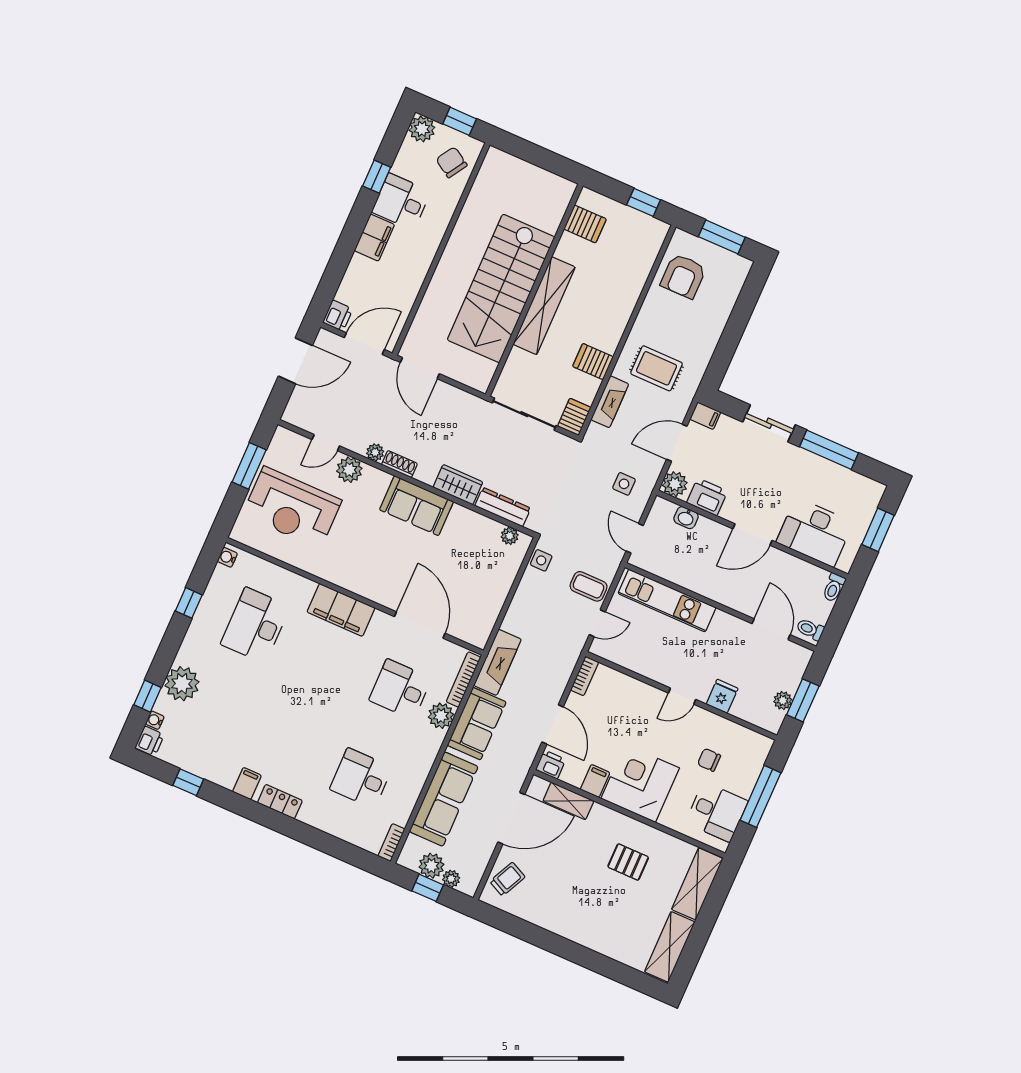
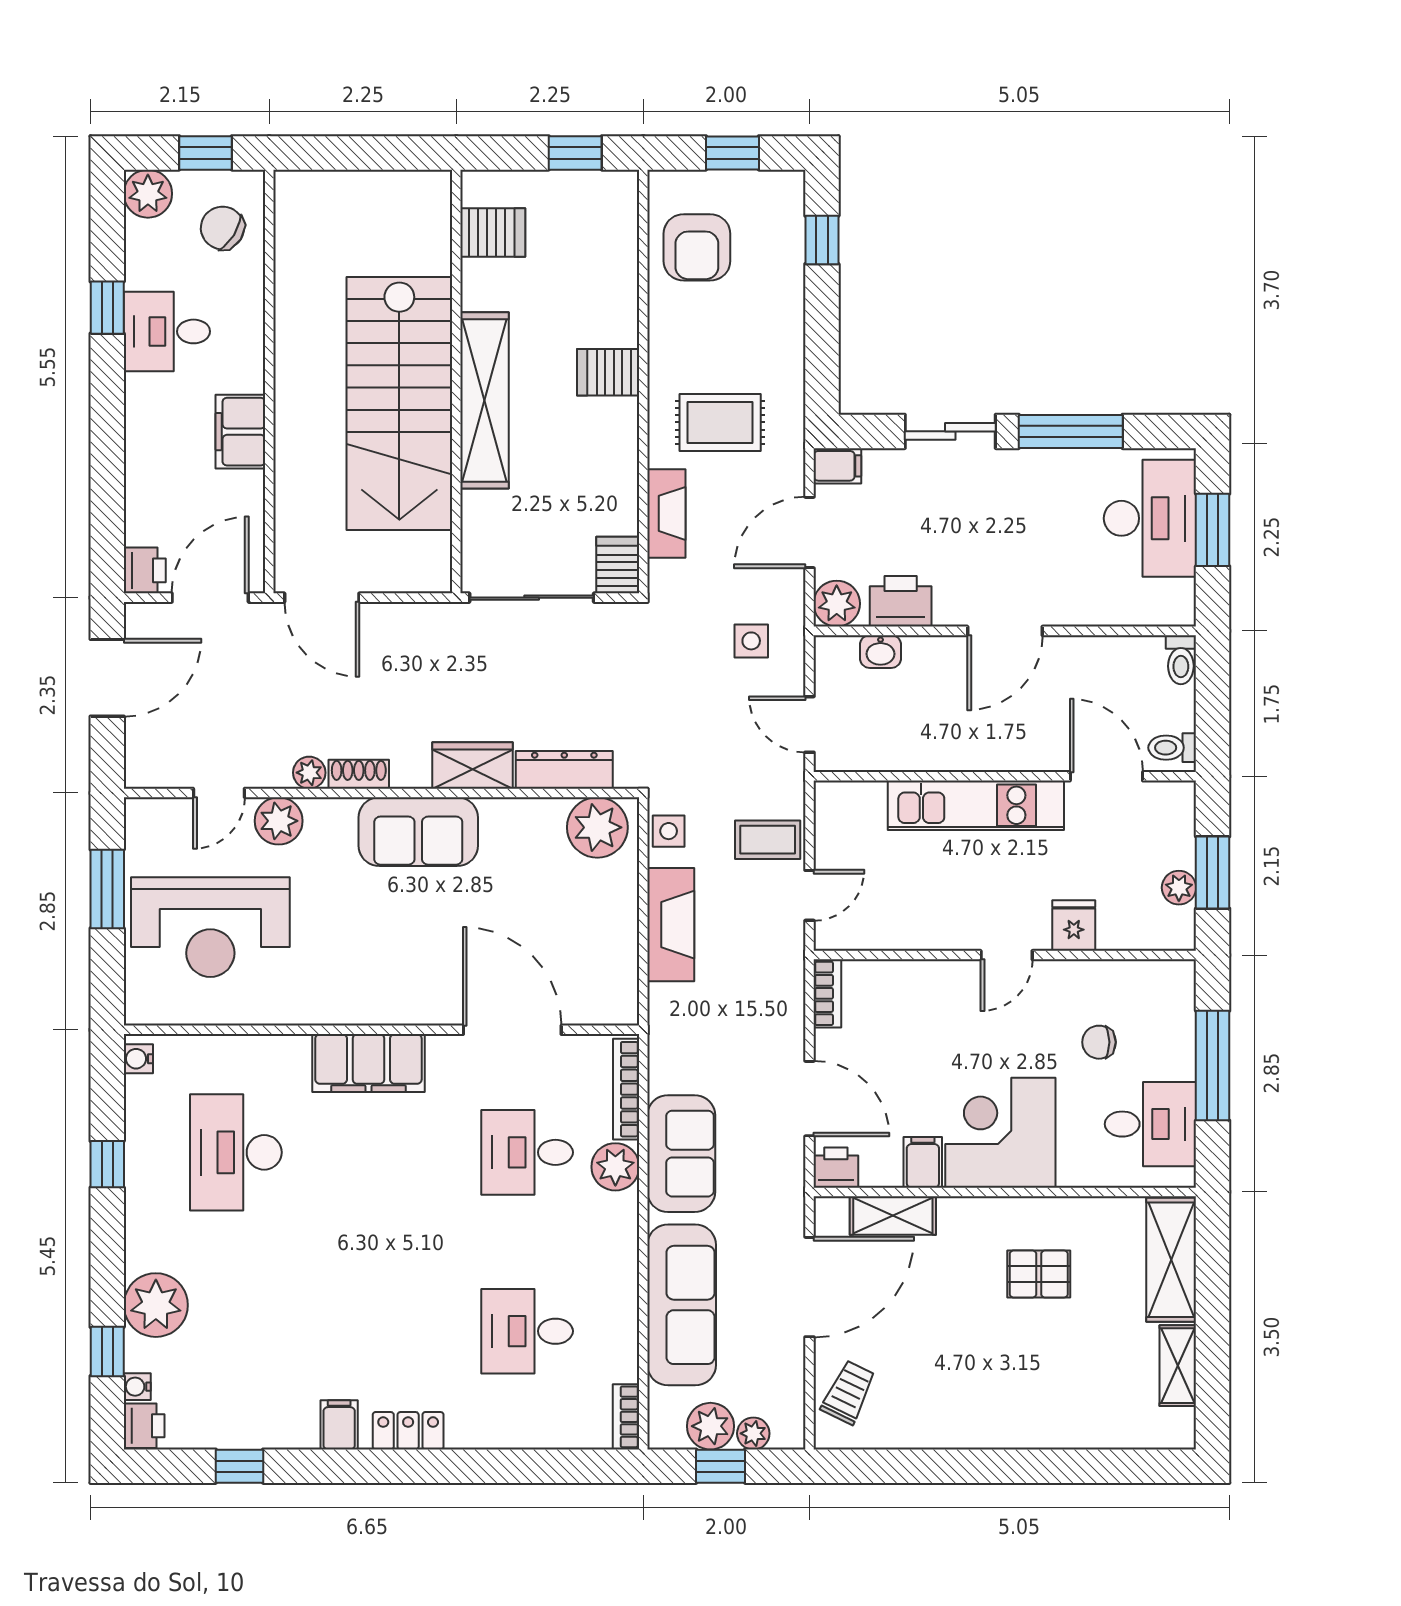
window: (722, 237) -> (732, 153), width x0.67
filing cabinet: (374, 238) -> (240, 432), moved, turned 180
window: (747, 300) -> (822, 240), added
server rack: (593, 362) -> (608, 372), moved
desk: (815, 532) -> (1150, 518), moved, turned -90
plant: (510, 536) -> (597, 827), width x1.87, depth x1.87
kitchen unit: (667, 601) -> (976, 805), moved
fireplace: (497, 662) -> (671, 925), moved
shelving: (670, 947) -> (1178, 1366), width x0.67, depth x0.75

